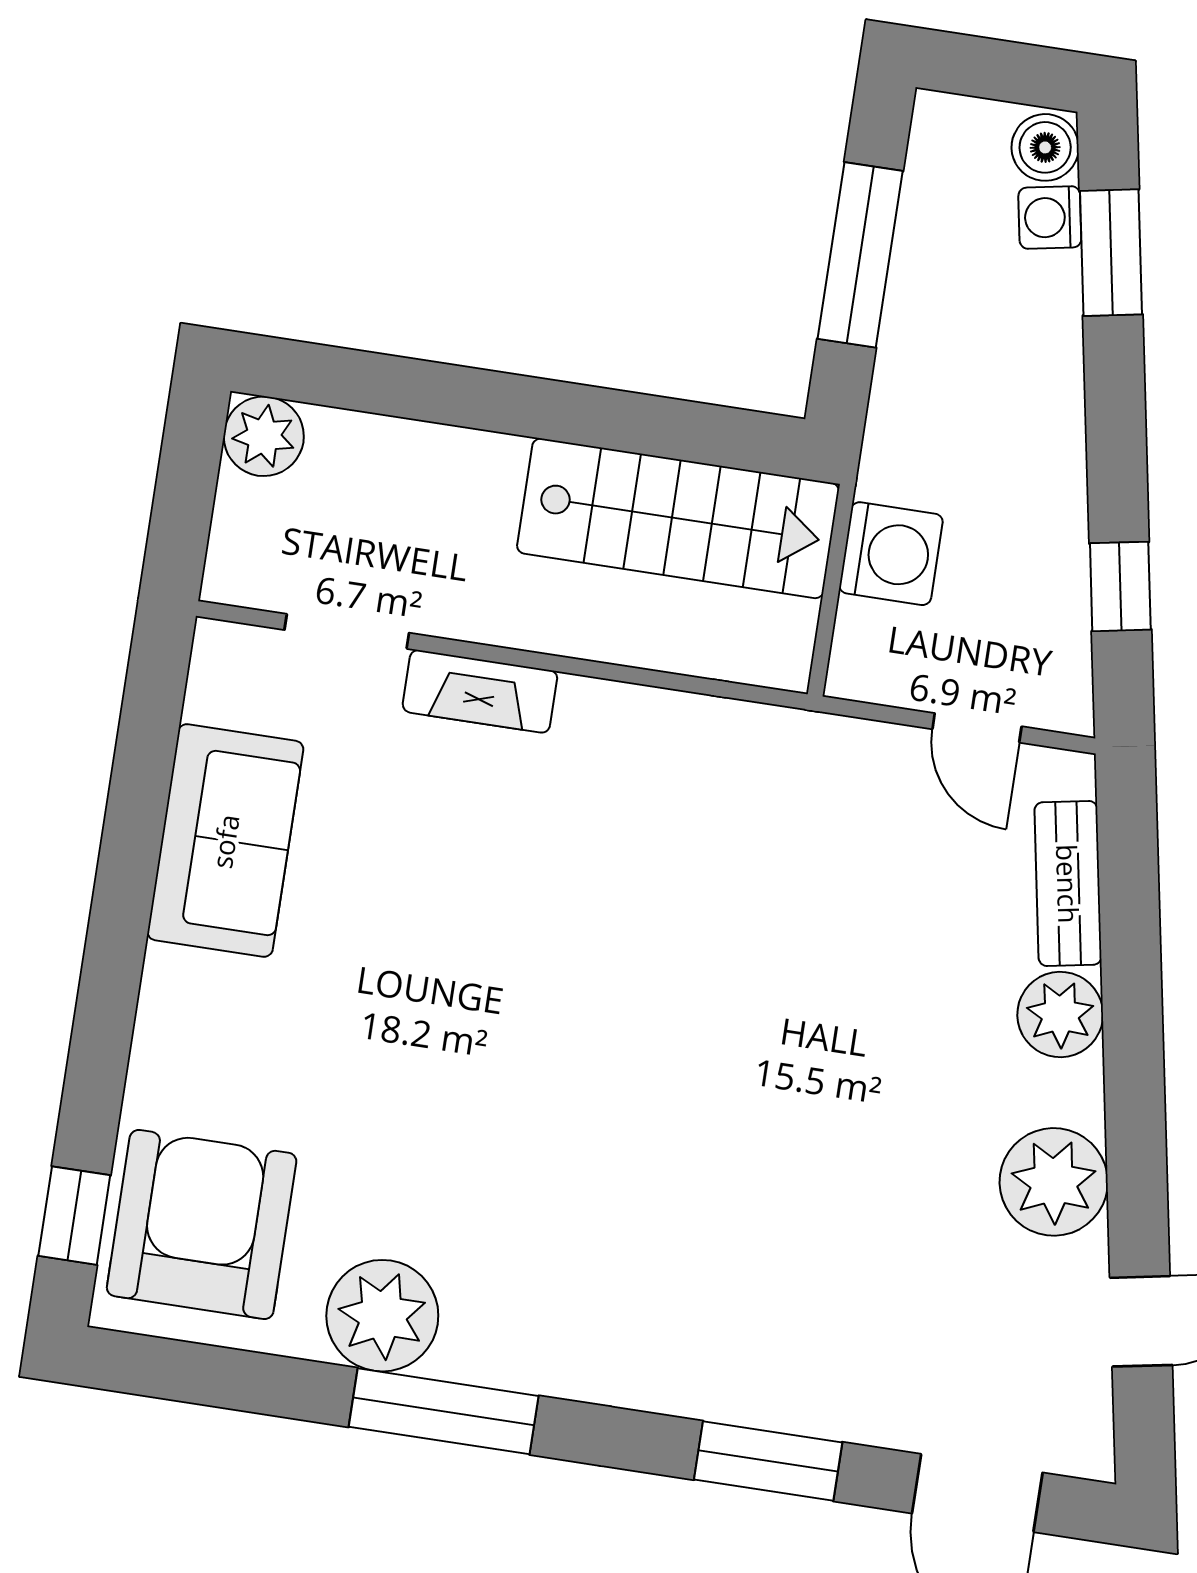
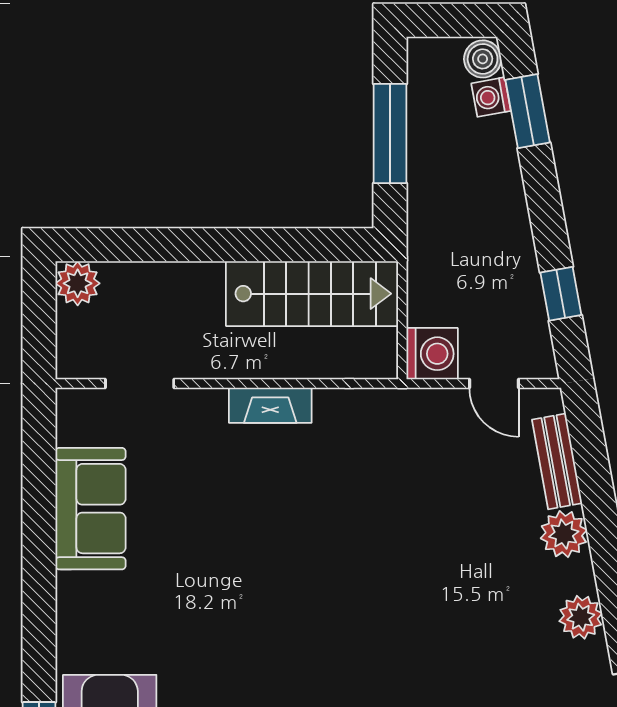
washing machine: (891, 554) -> (432, 354), moved
fireplace: (480, 691) -> (270, 405), moved
plant: (1054, 1182) -> (581, 617), width x0.73, depth x0.73

